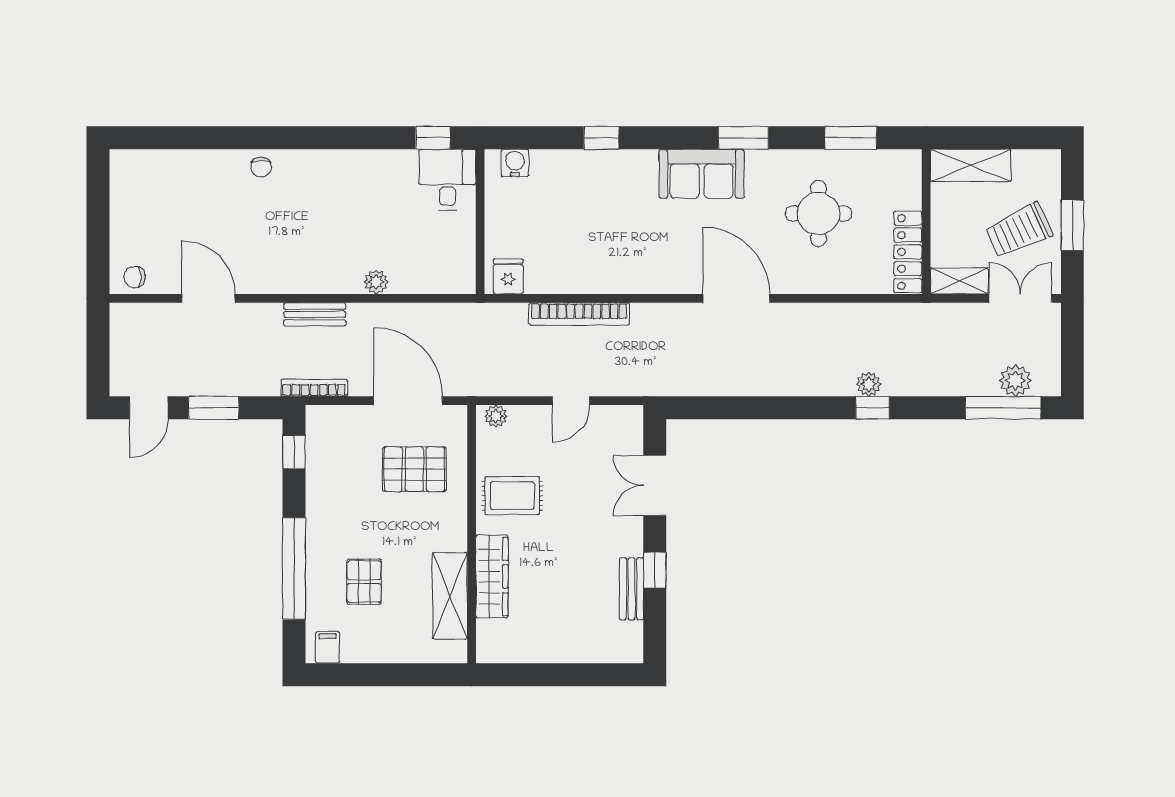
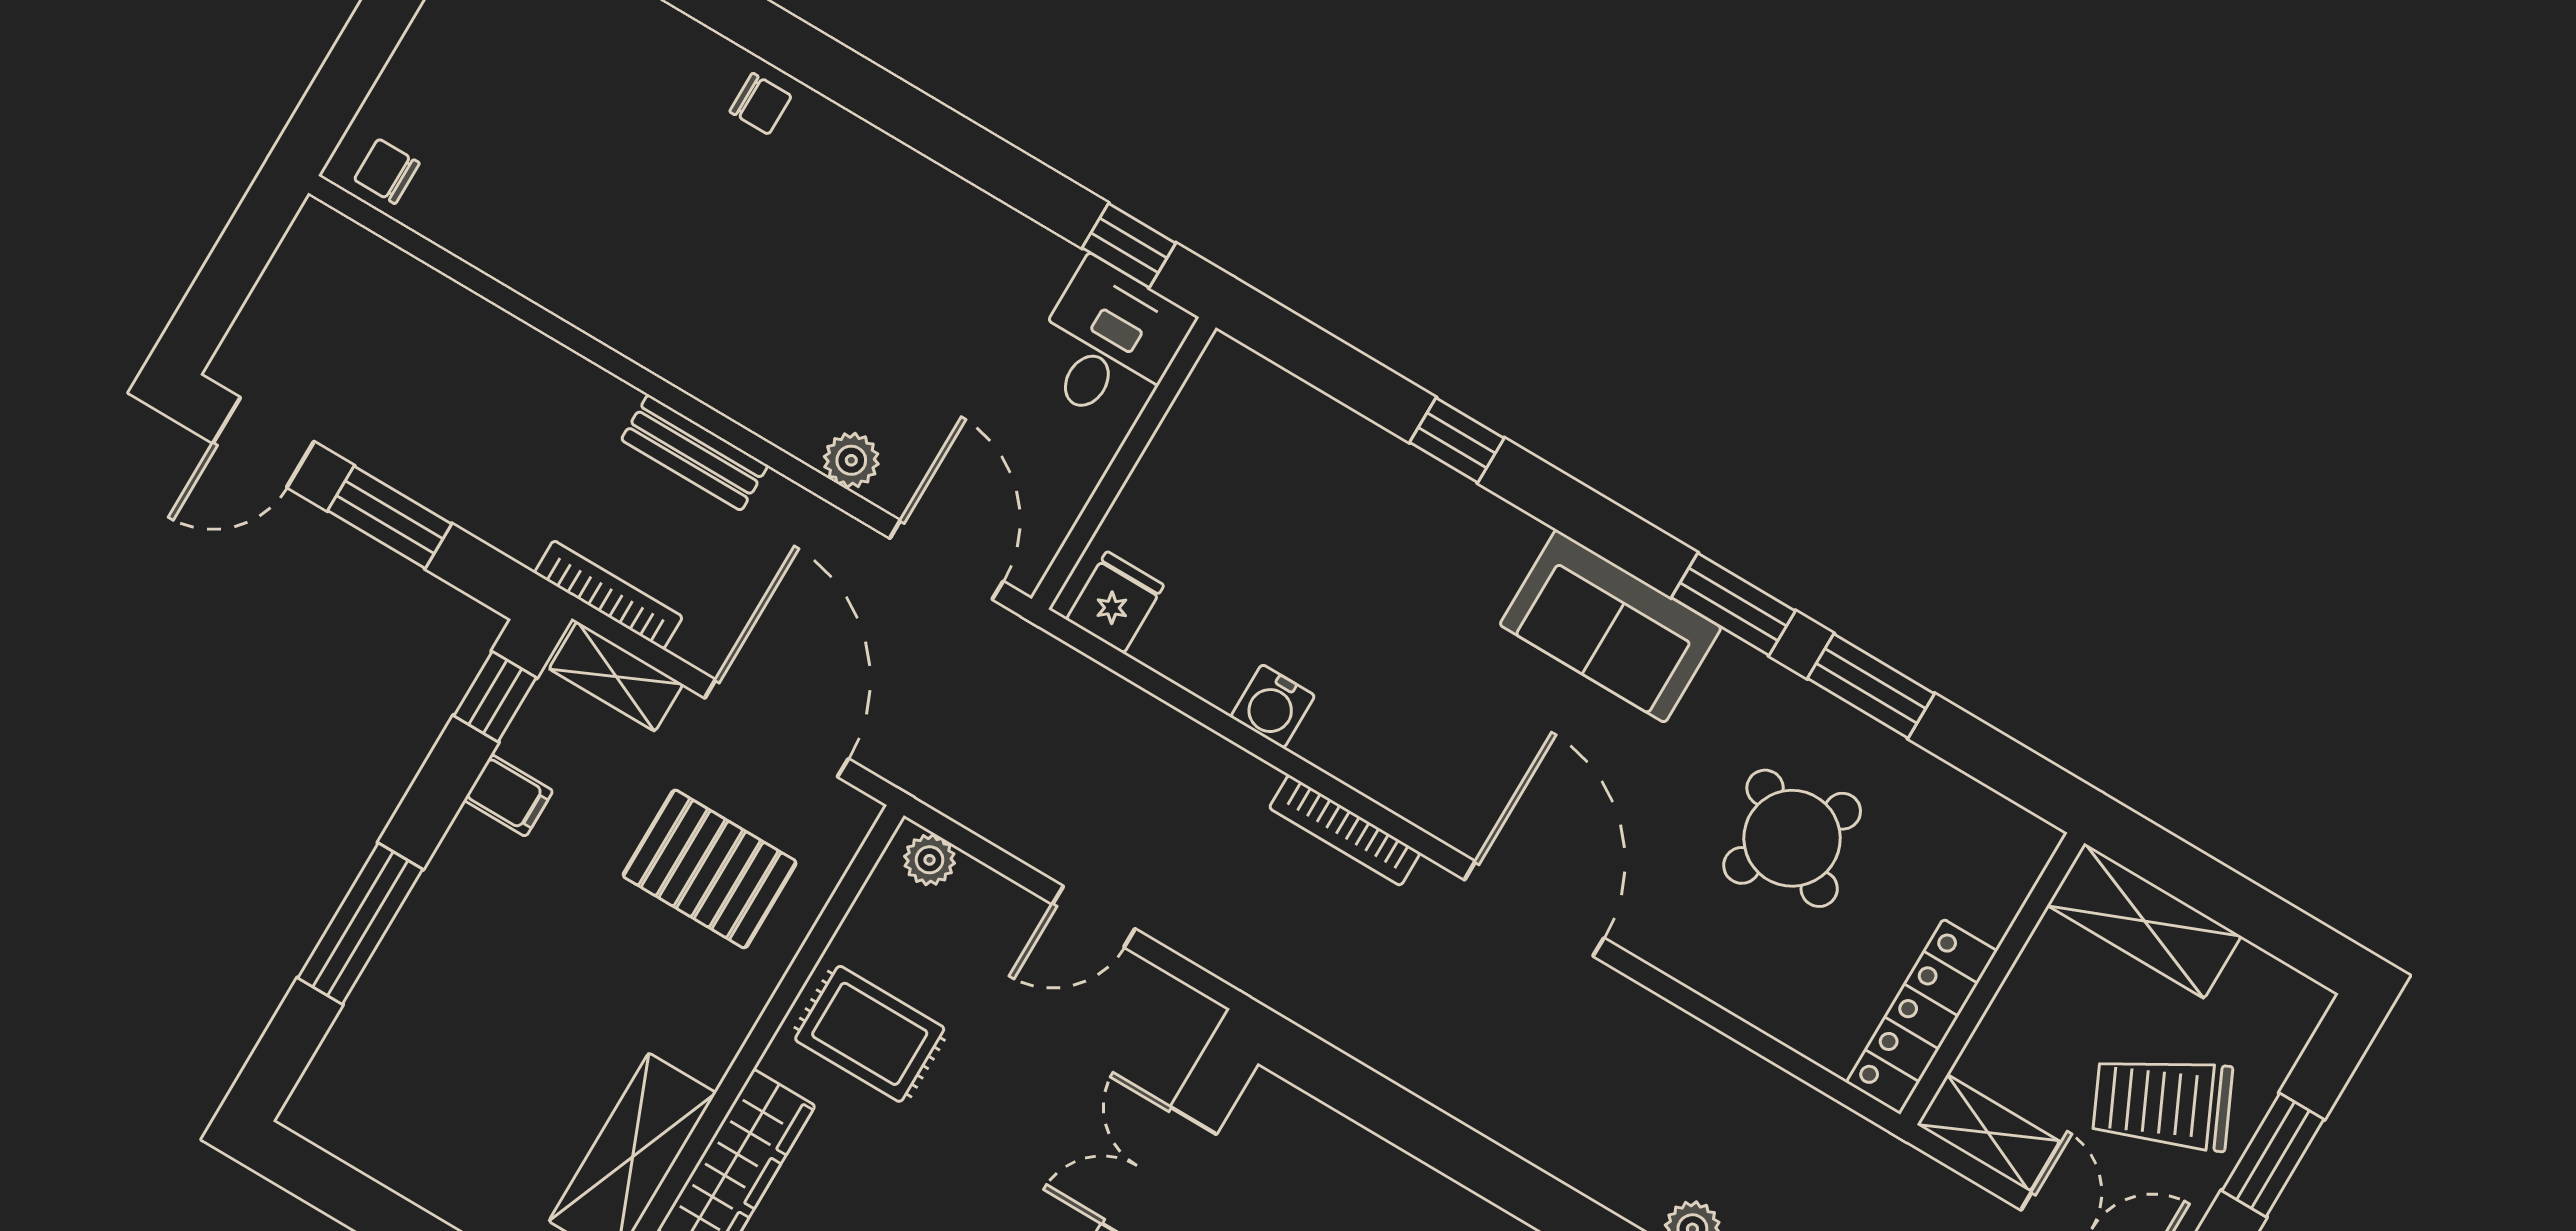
window: (851, 138) -> (1871, 686), moved
water cooler: (515, 163) -> (1273, 706), moved, turned 180
chair: (261, 167) -> (761, 104), turned -90
round table: (818, 213) -> (1792, 838), turned 31
door: (208, 298) -> (946, 560), moved
bookcase: (579, 314) -> (1345, 830), moved, width x0.68, depth x0.76
shelving: (335, 417) -> (616, 676), added
window: (294, 569) -> (360, 924), width x0.68
pallet: (364, 582) -> (482, 1030), removed
filing cabinet: (327, 647) -> (508, 795), moved, turned 90

